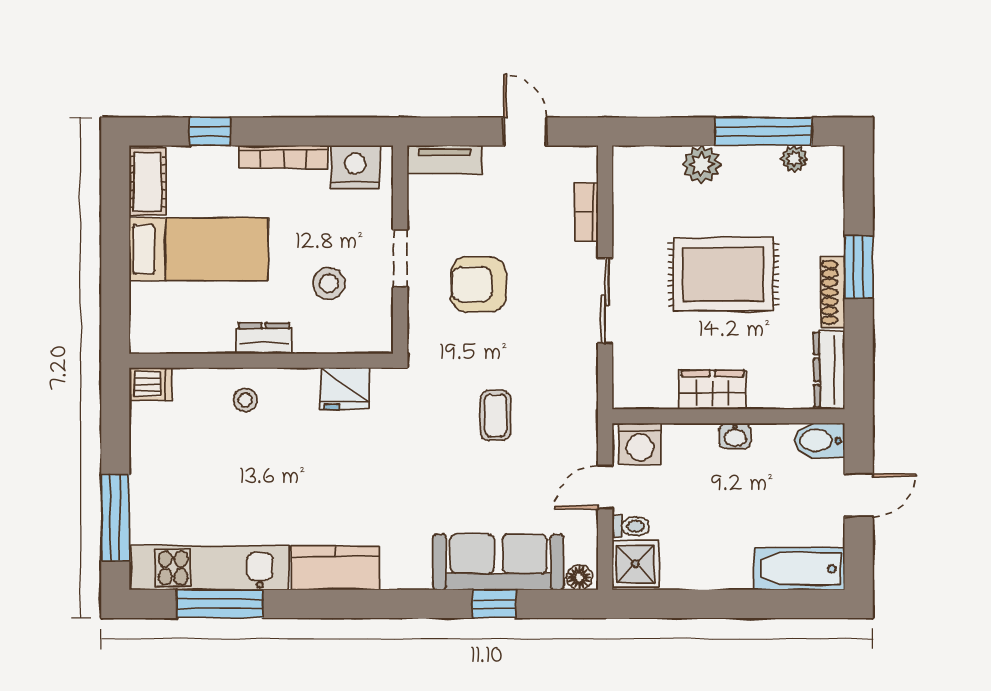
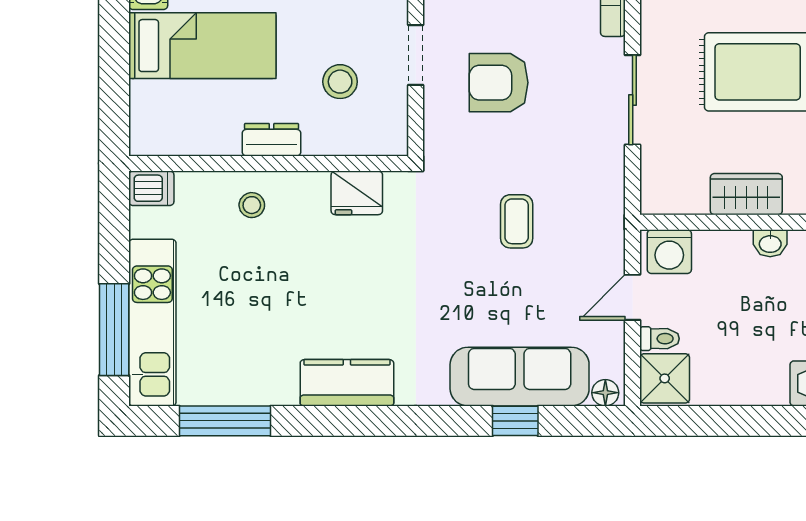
kitchen unit: (209, 568) -> (152, 323), moved, turned 90

